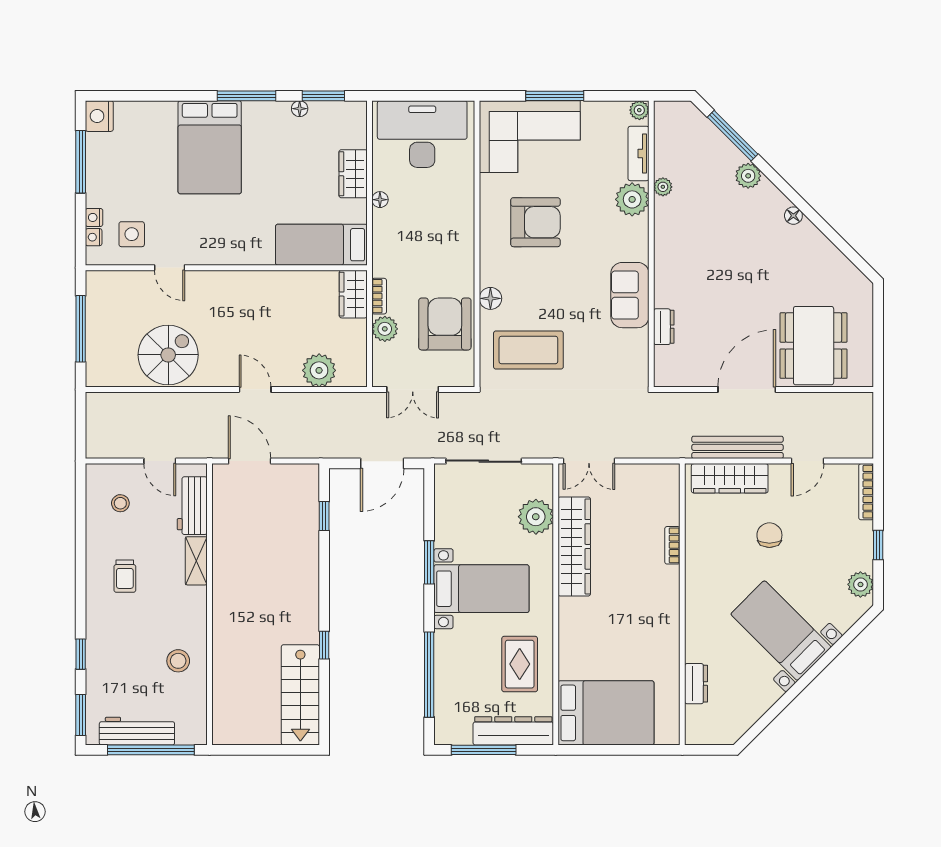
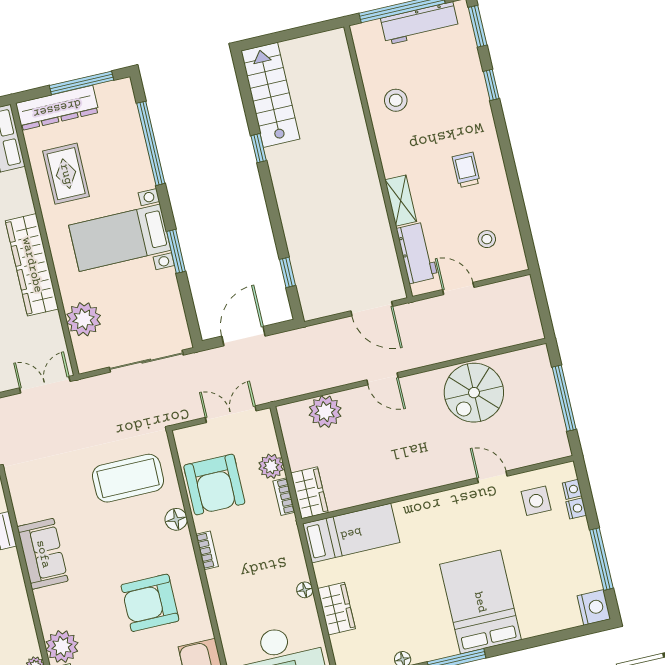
bookcase: (467, 261) -> (207, 550), added
wardrobe: (574, 546) -> (32, 265), moved

